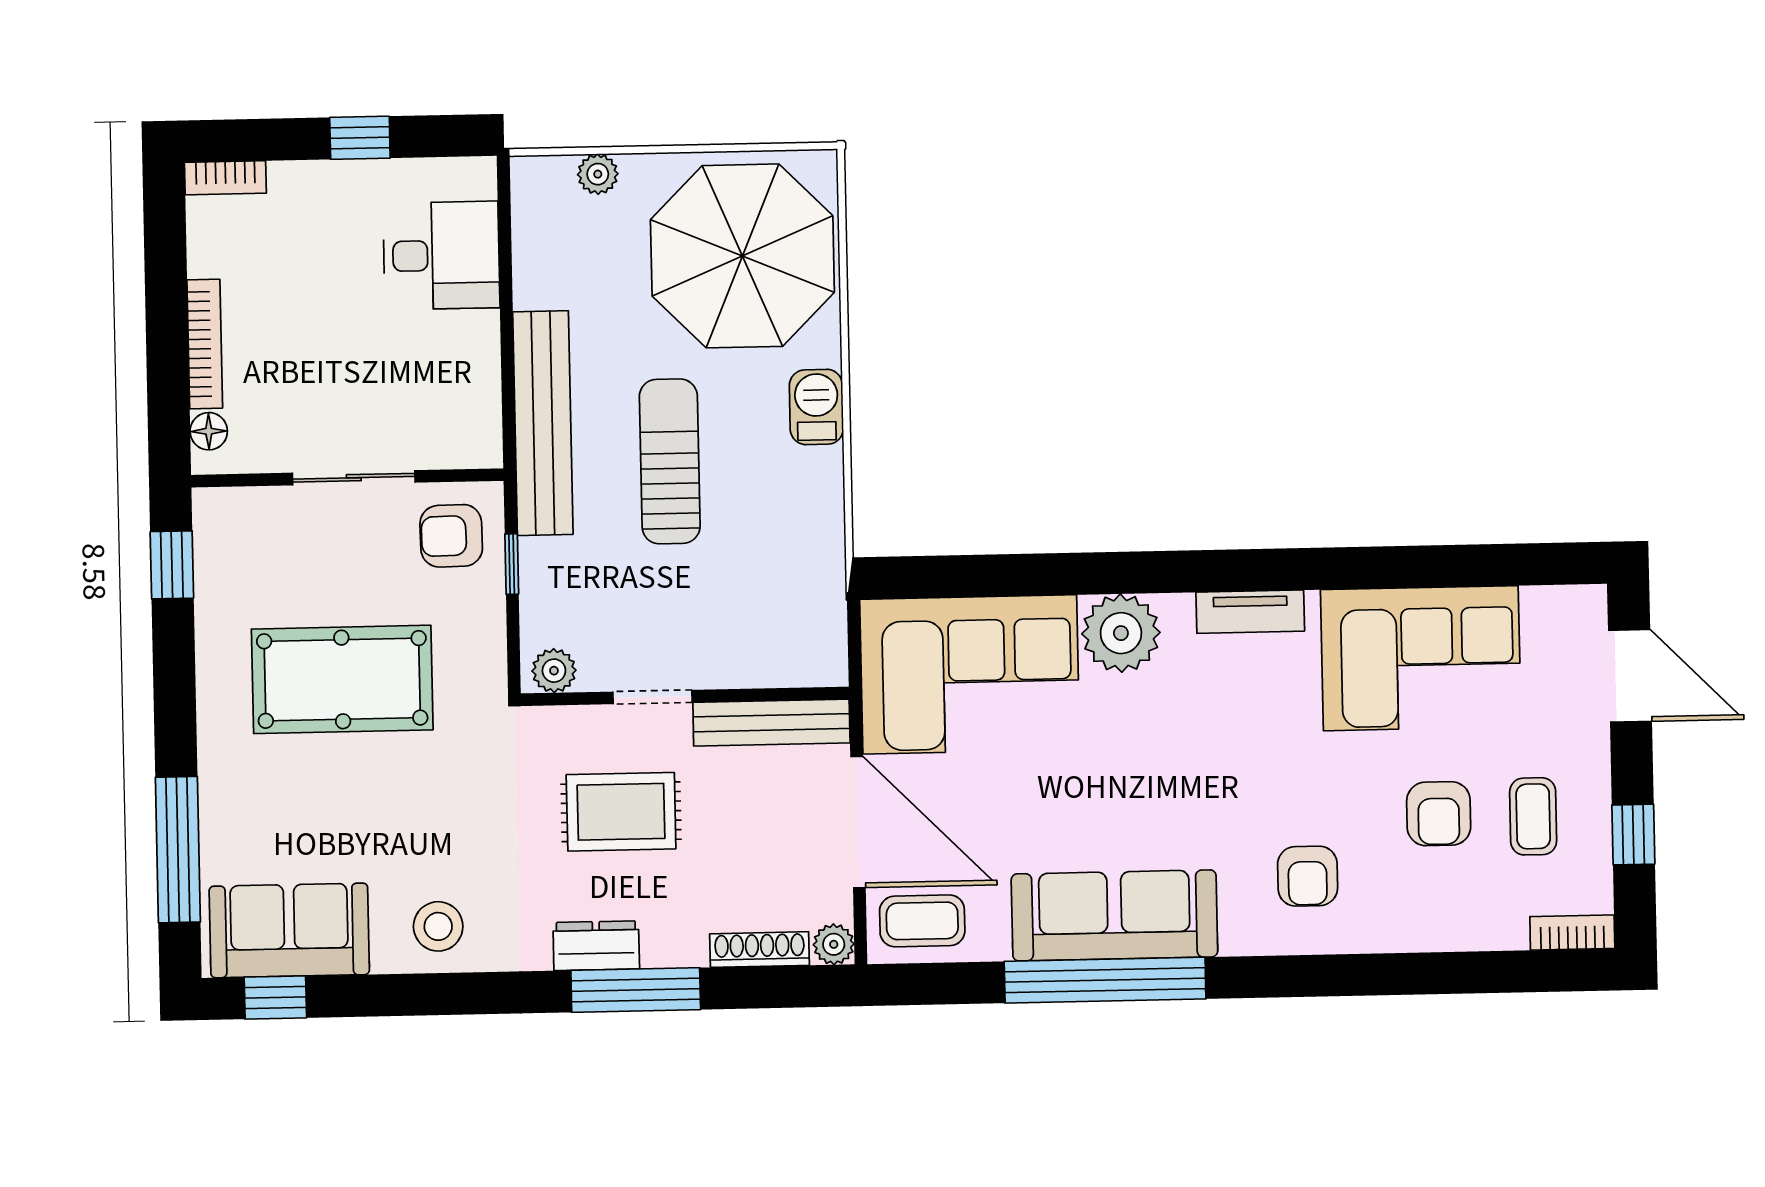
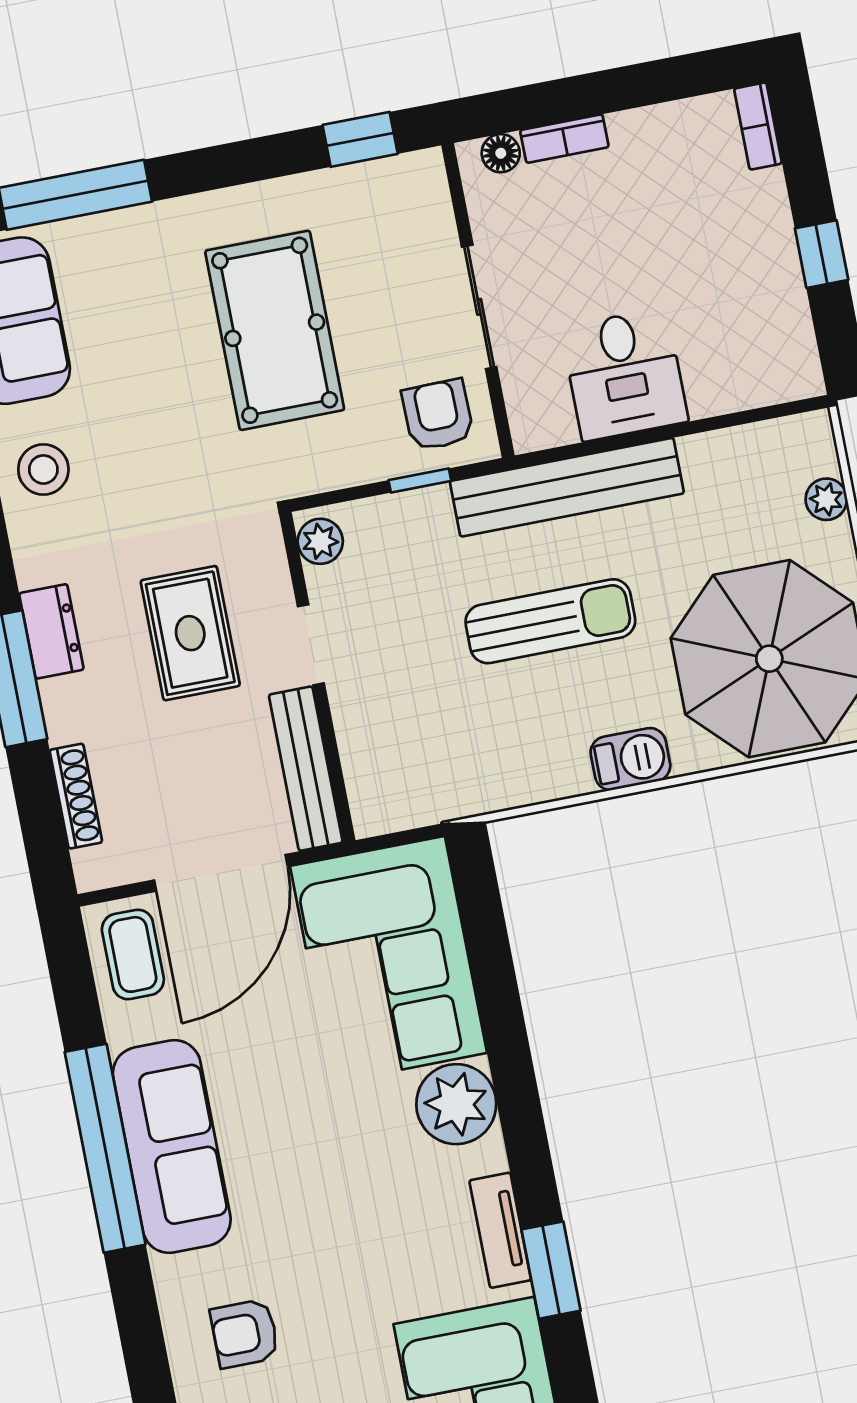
desk: (441, 255) -> (625, 374), moved
bookcase: (205, 344) -> (564, 139), width x0.64
window: (1297, 569) -> (551, 1270), added
plant: (834, 944) -> (94, 870), removed

